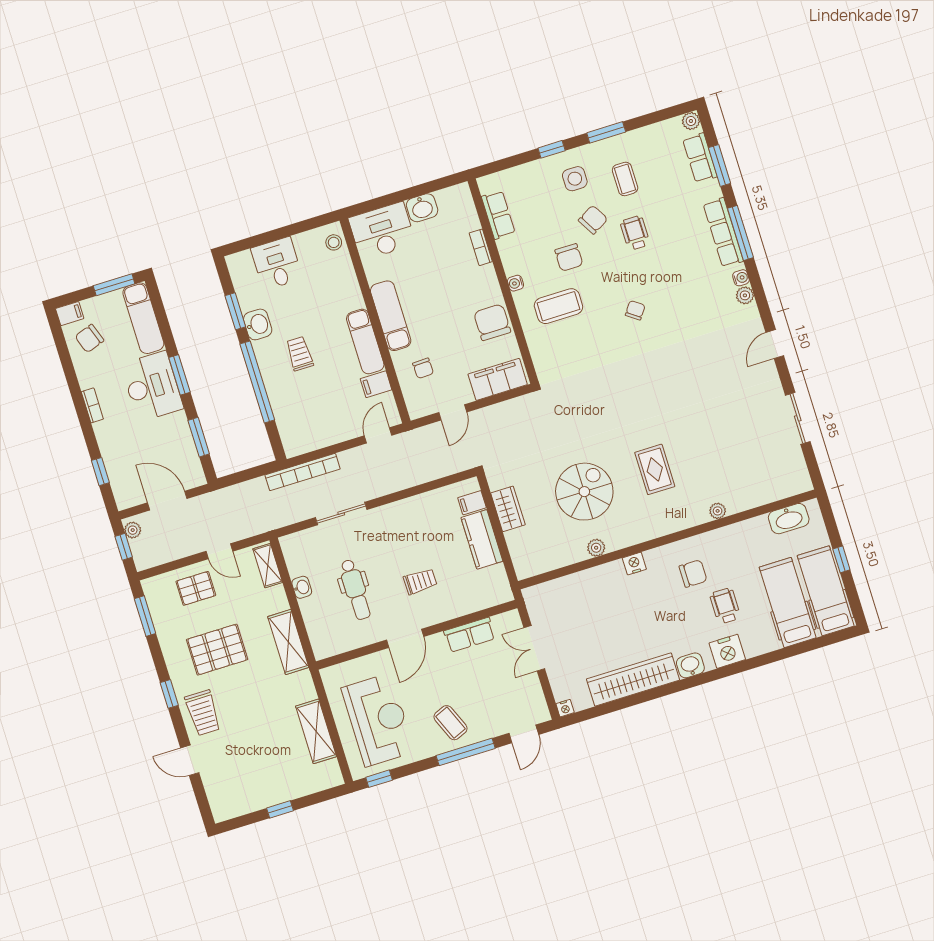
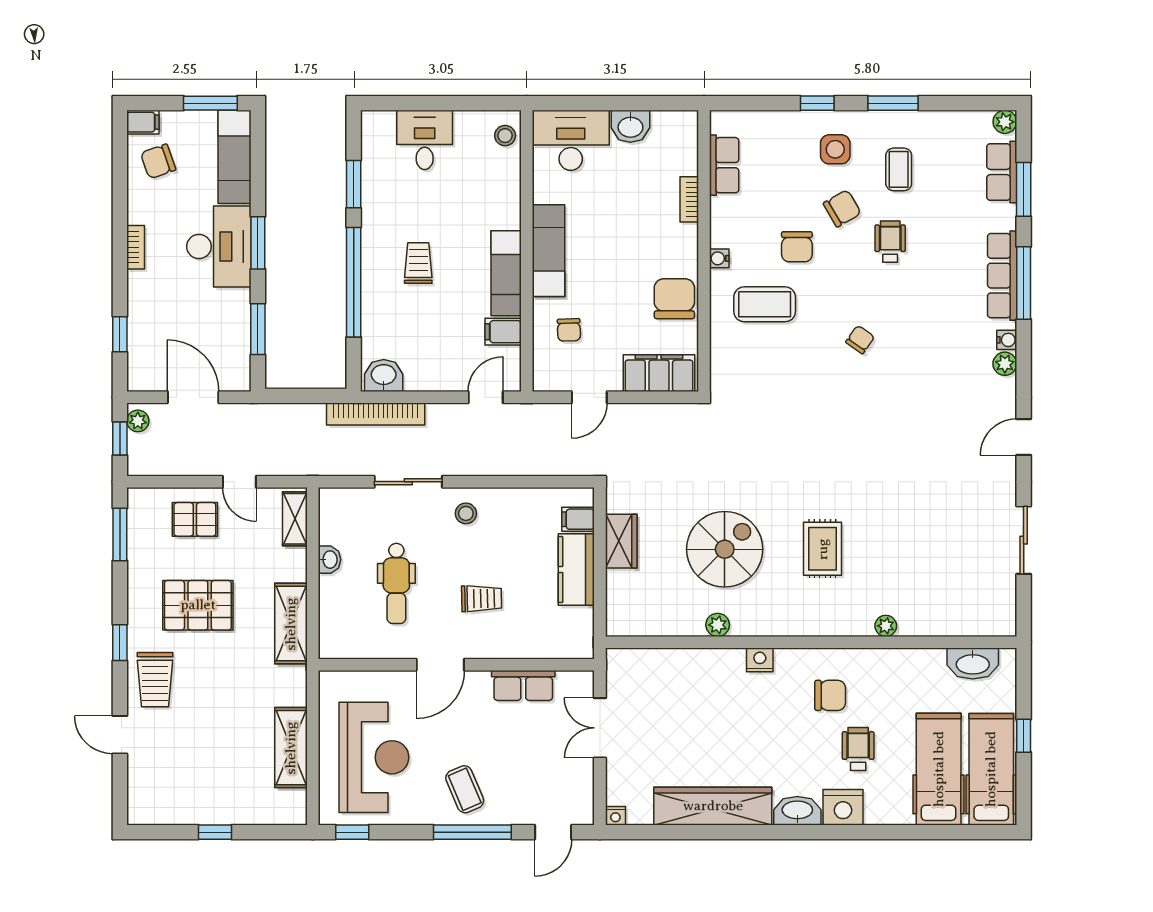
washbasin: (258, 324) -> (384, 376), moved, turned -90
stool: (390, 524) -> (466, 513), added
washbasin: (690, 665) -> (797, 811), width x1.38

